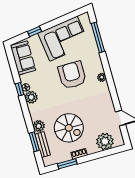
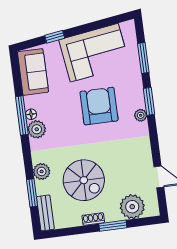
window: (98, 37) -> (143, 58), width x0.69
window: (106, 67) -> (149, 101), added
window: (20, 89) -> (22, 116), width x2.17
bench: (43, 145) -> (45, 213), moved
window: (67, 164) -> (113, 226), moved

